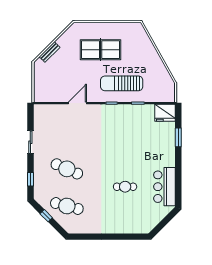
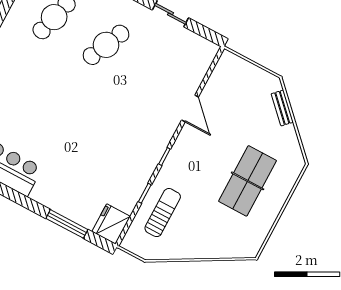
sun lounger: (122, 83) -> (163, 213), moved, width x0.73, depth x0.75
window: (178, 137) -> (67, 224), width x1.44
cafe table: (125, 187) -> (38, 113), removed

